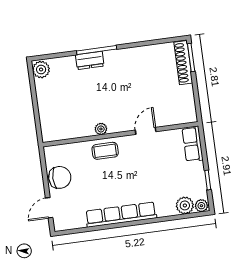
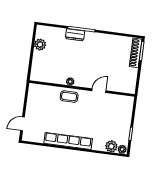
plant: (41, 70) -> (40, 45), moved
row of seats: (193, 144) -> (127, 108), removed
chair: (60, 177) -> (35, 106), removed

